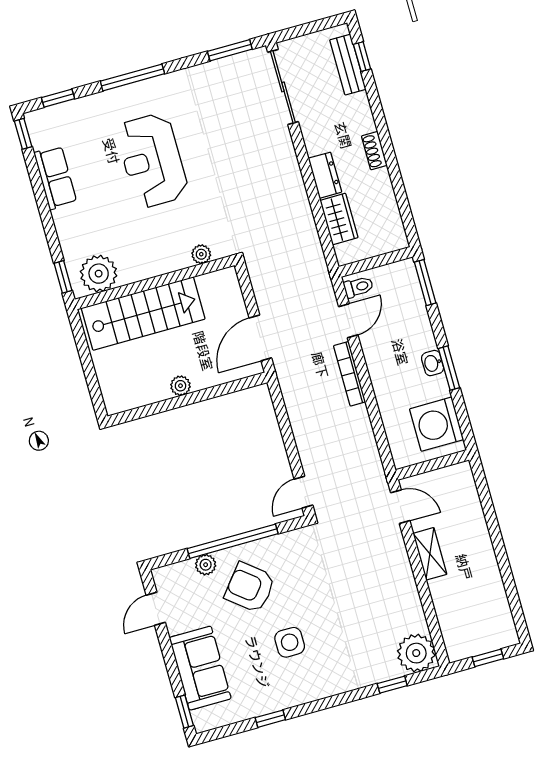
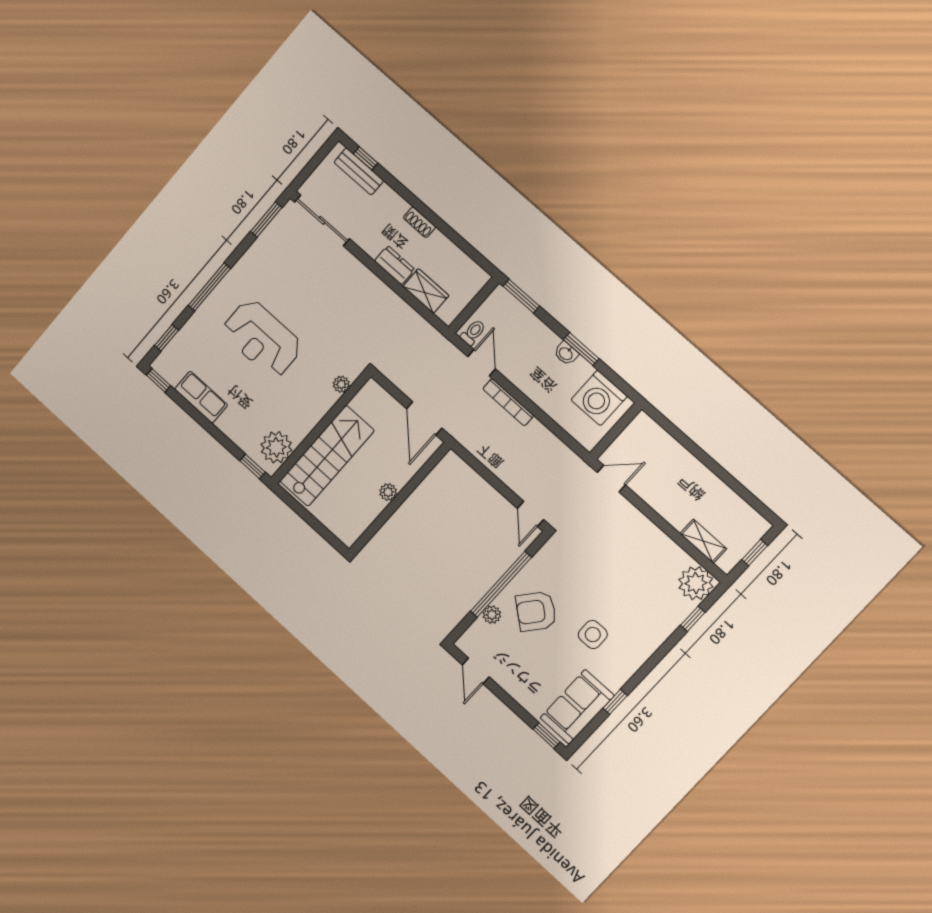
shelving: (430, 554) -> (703, 541), moved
sofa: (200, 668) -> (577, 707), moved, turned -90

